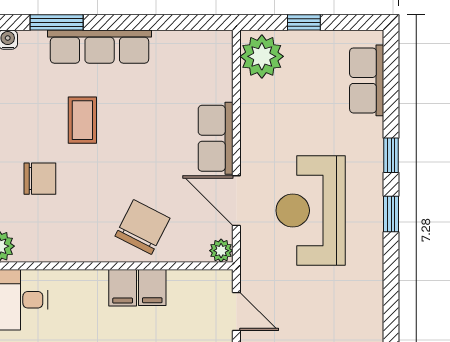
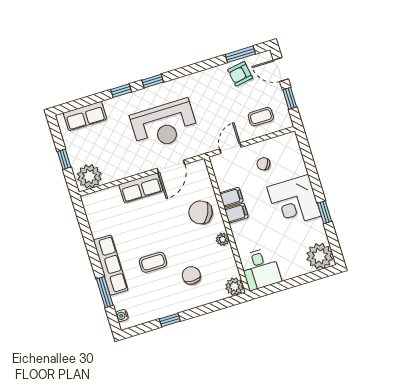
plant: (221, 251) -> (223, 239), moved

